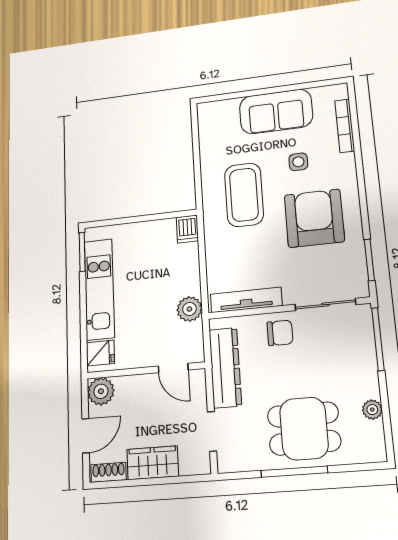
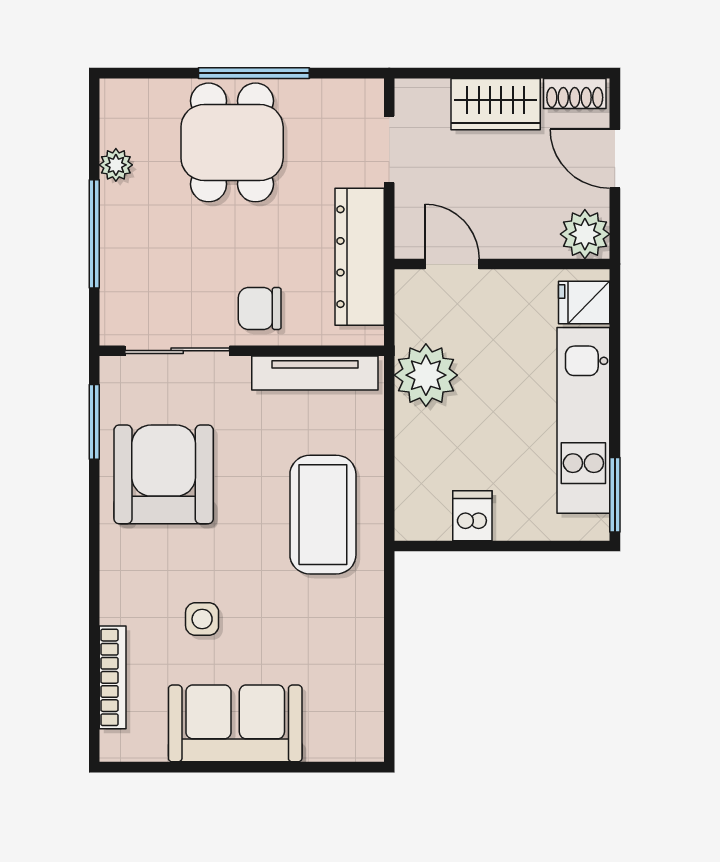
coffee table: (244, 195) -> (323, 515), moved
armchair: (314, 218) -> (164, 474), moved, turned 180
dishwasher: (187, 229) -> (472, 516), moved
plant: (189, 309) -> (426, 375), width x1.36, depth x1.36
window: (378, 339) -> (94, 234), moved
dining table: (304, 429) -> (232, 142), turned 90
door: (86, 436) -> (615, 159), hinge flipped

